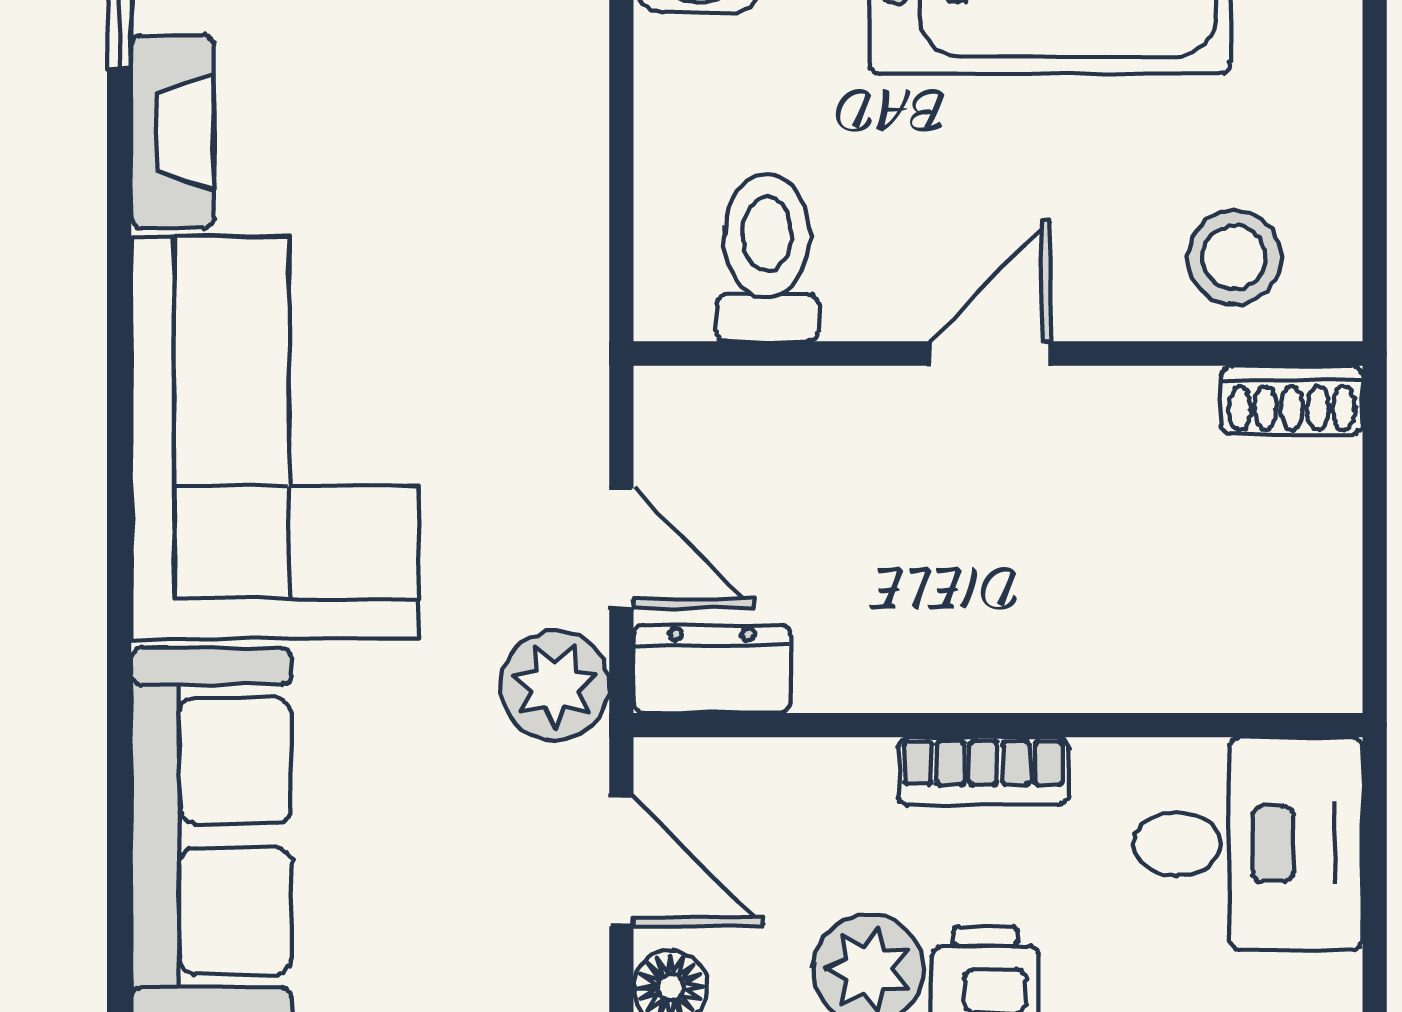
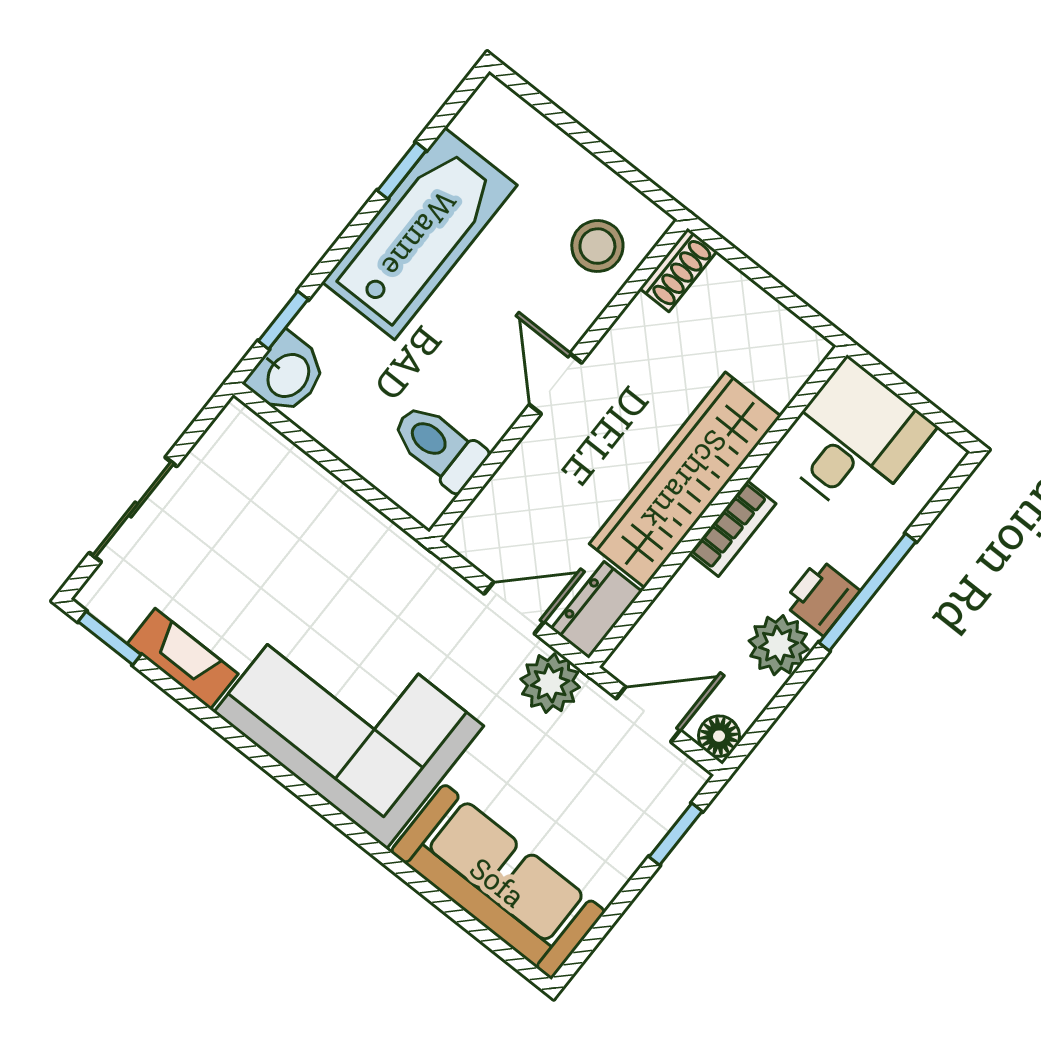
wardrobe: (999, 648) -> (685, 480), added

